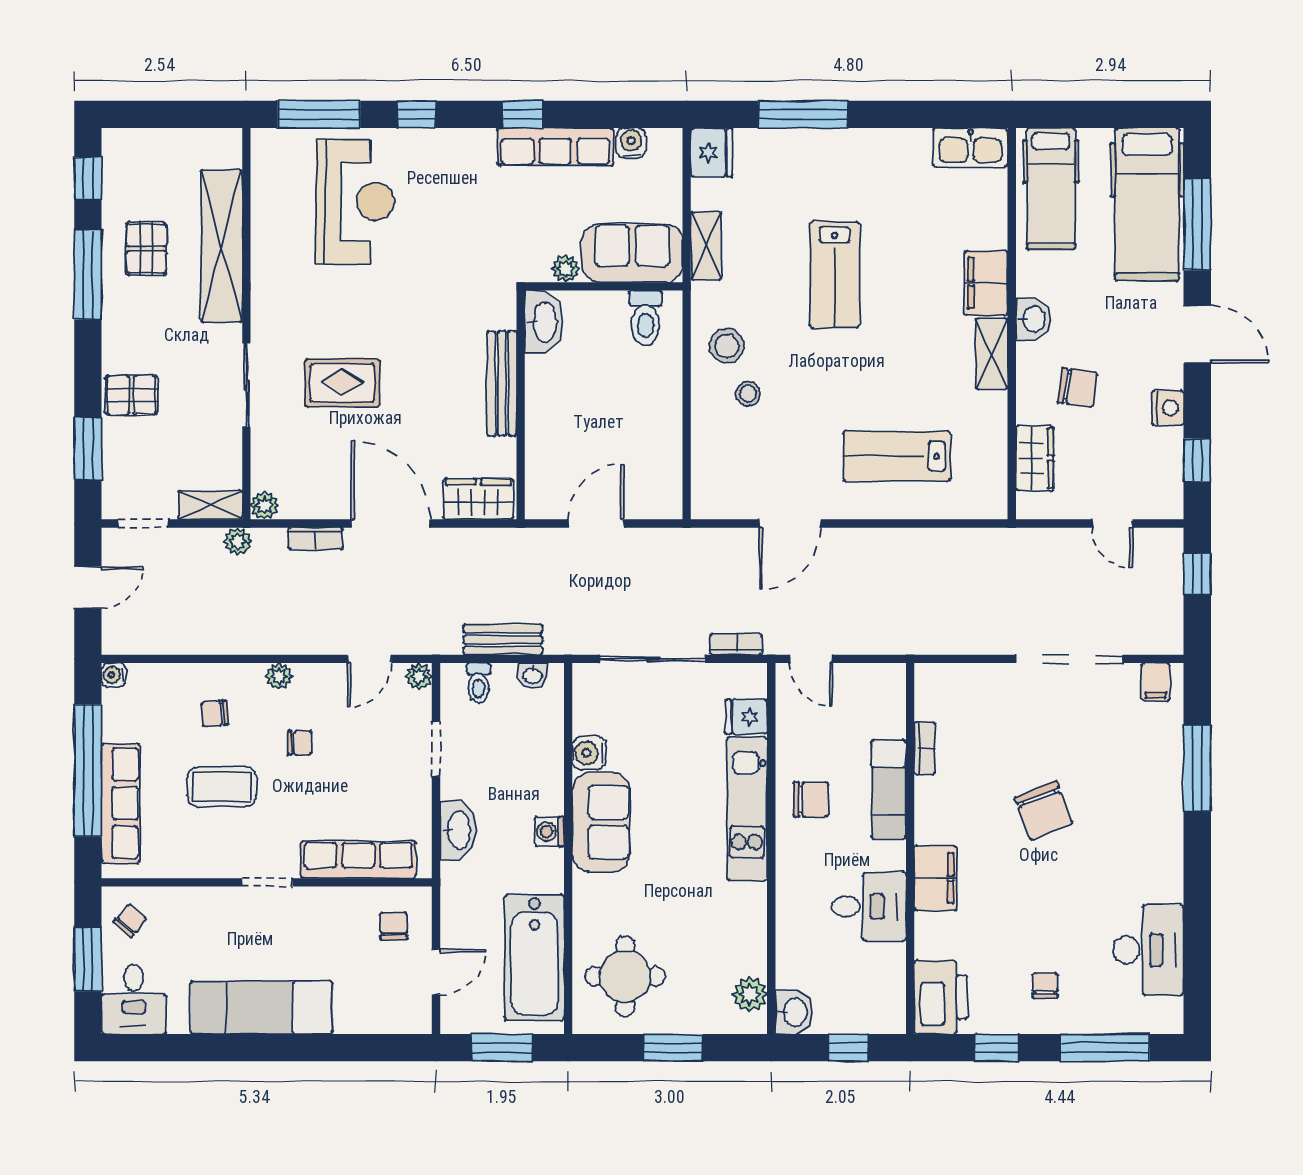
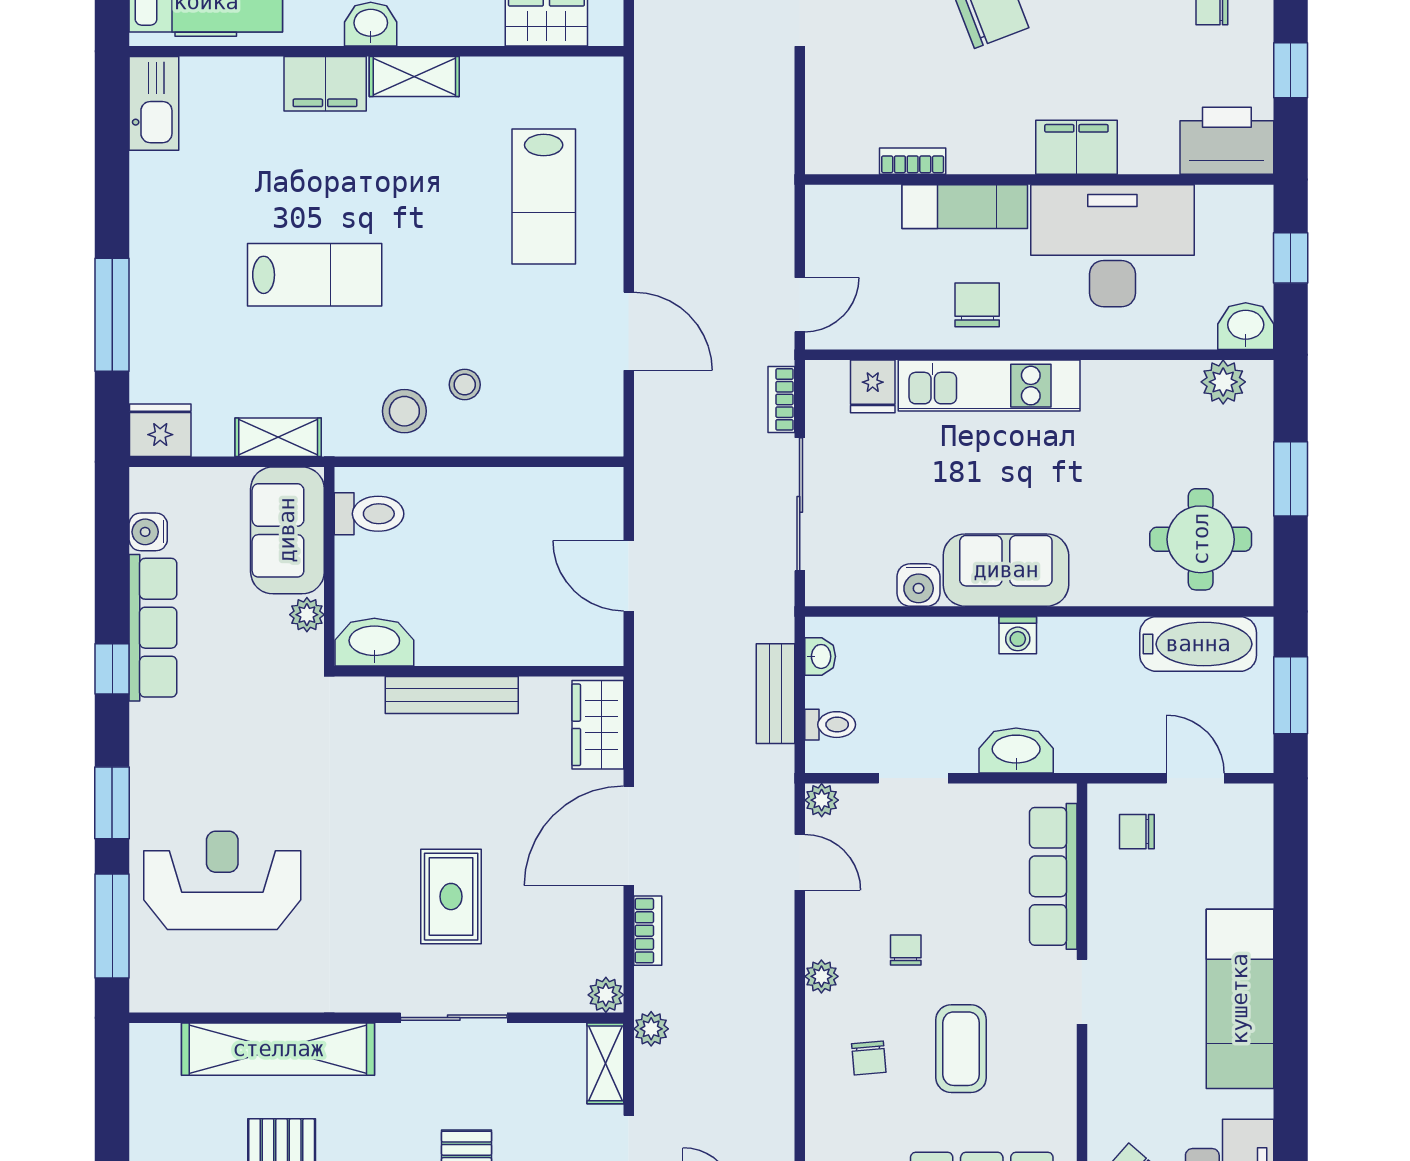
window: (416, 114) -> (112, 803), width x1.50
desk: (869, 907) -> (1112, 246), width x1.87, depth x1.30
bathtub: (534, 958) -> (1198, 644), width x0.73, depth x0.73

